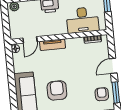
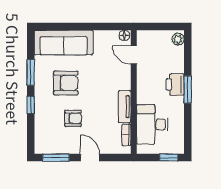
tv unit: (53, 45) -> (125, 107), moved
armchair: (102, 94) -> (73, 118), moved

